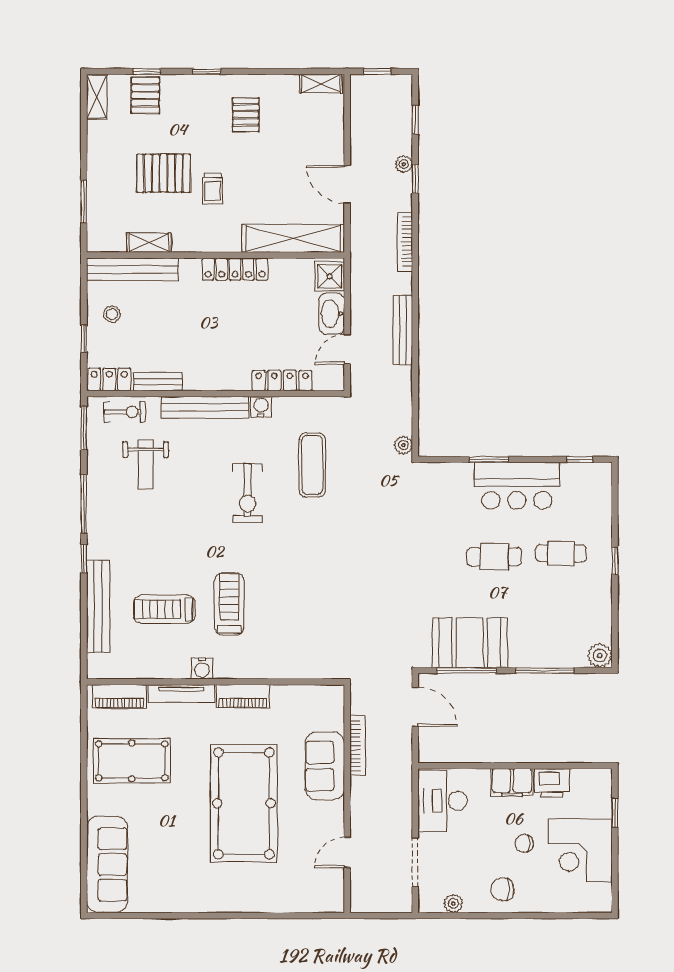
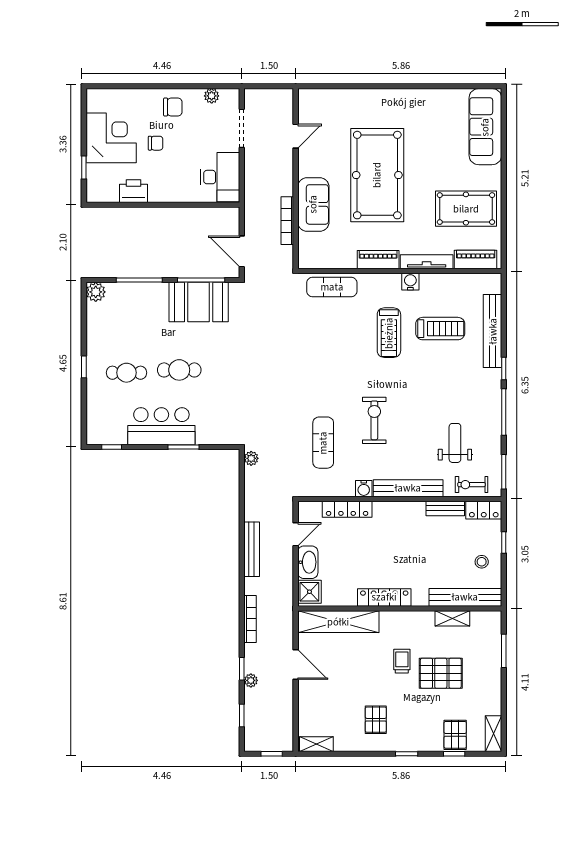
exercise mat: (301, 662) -> (332, 287), added
filing cabinet: (512, 782) -> (165, 191), removed

